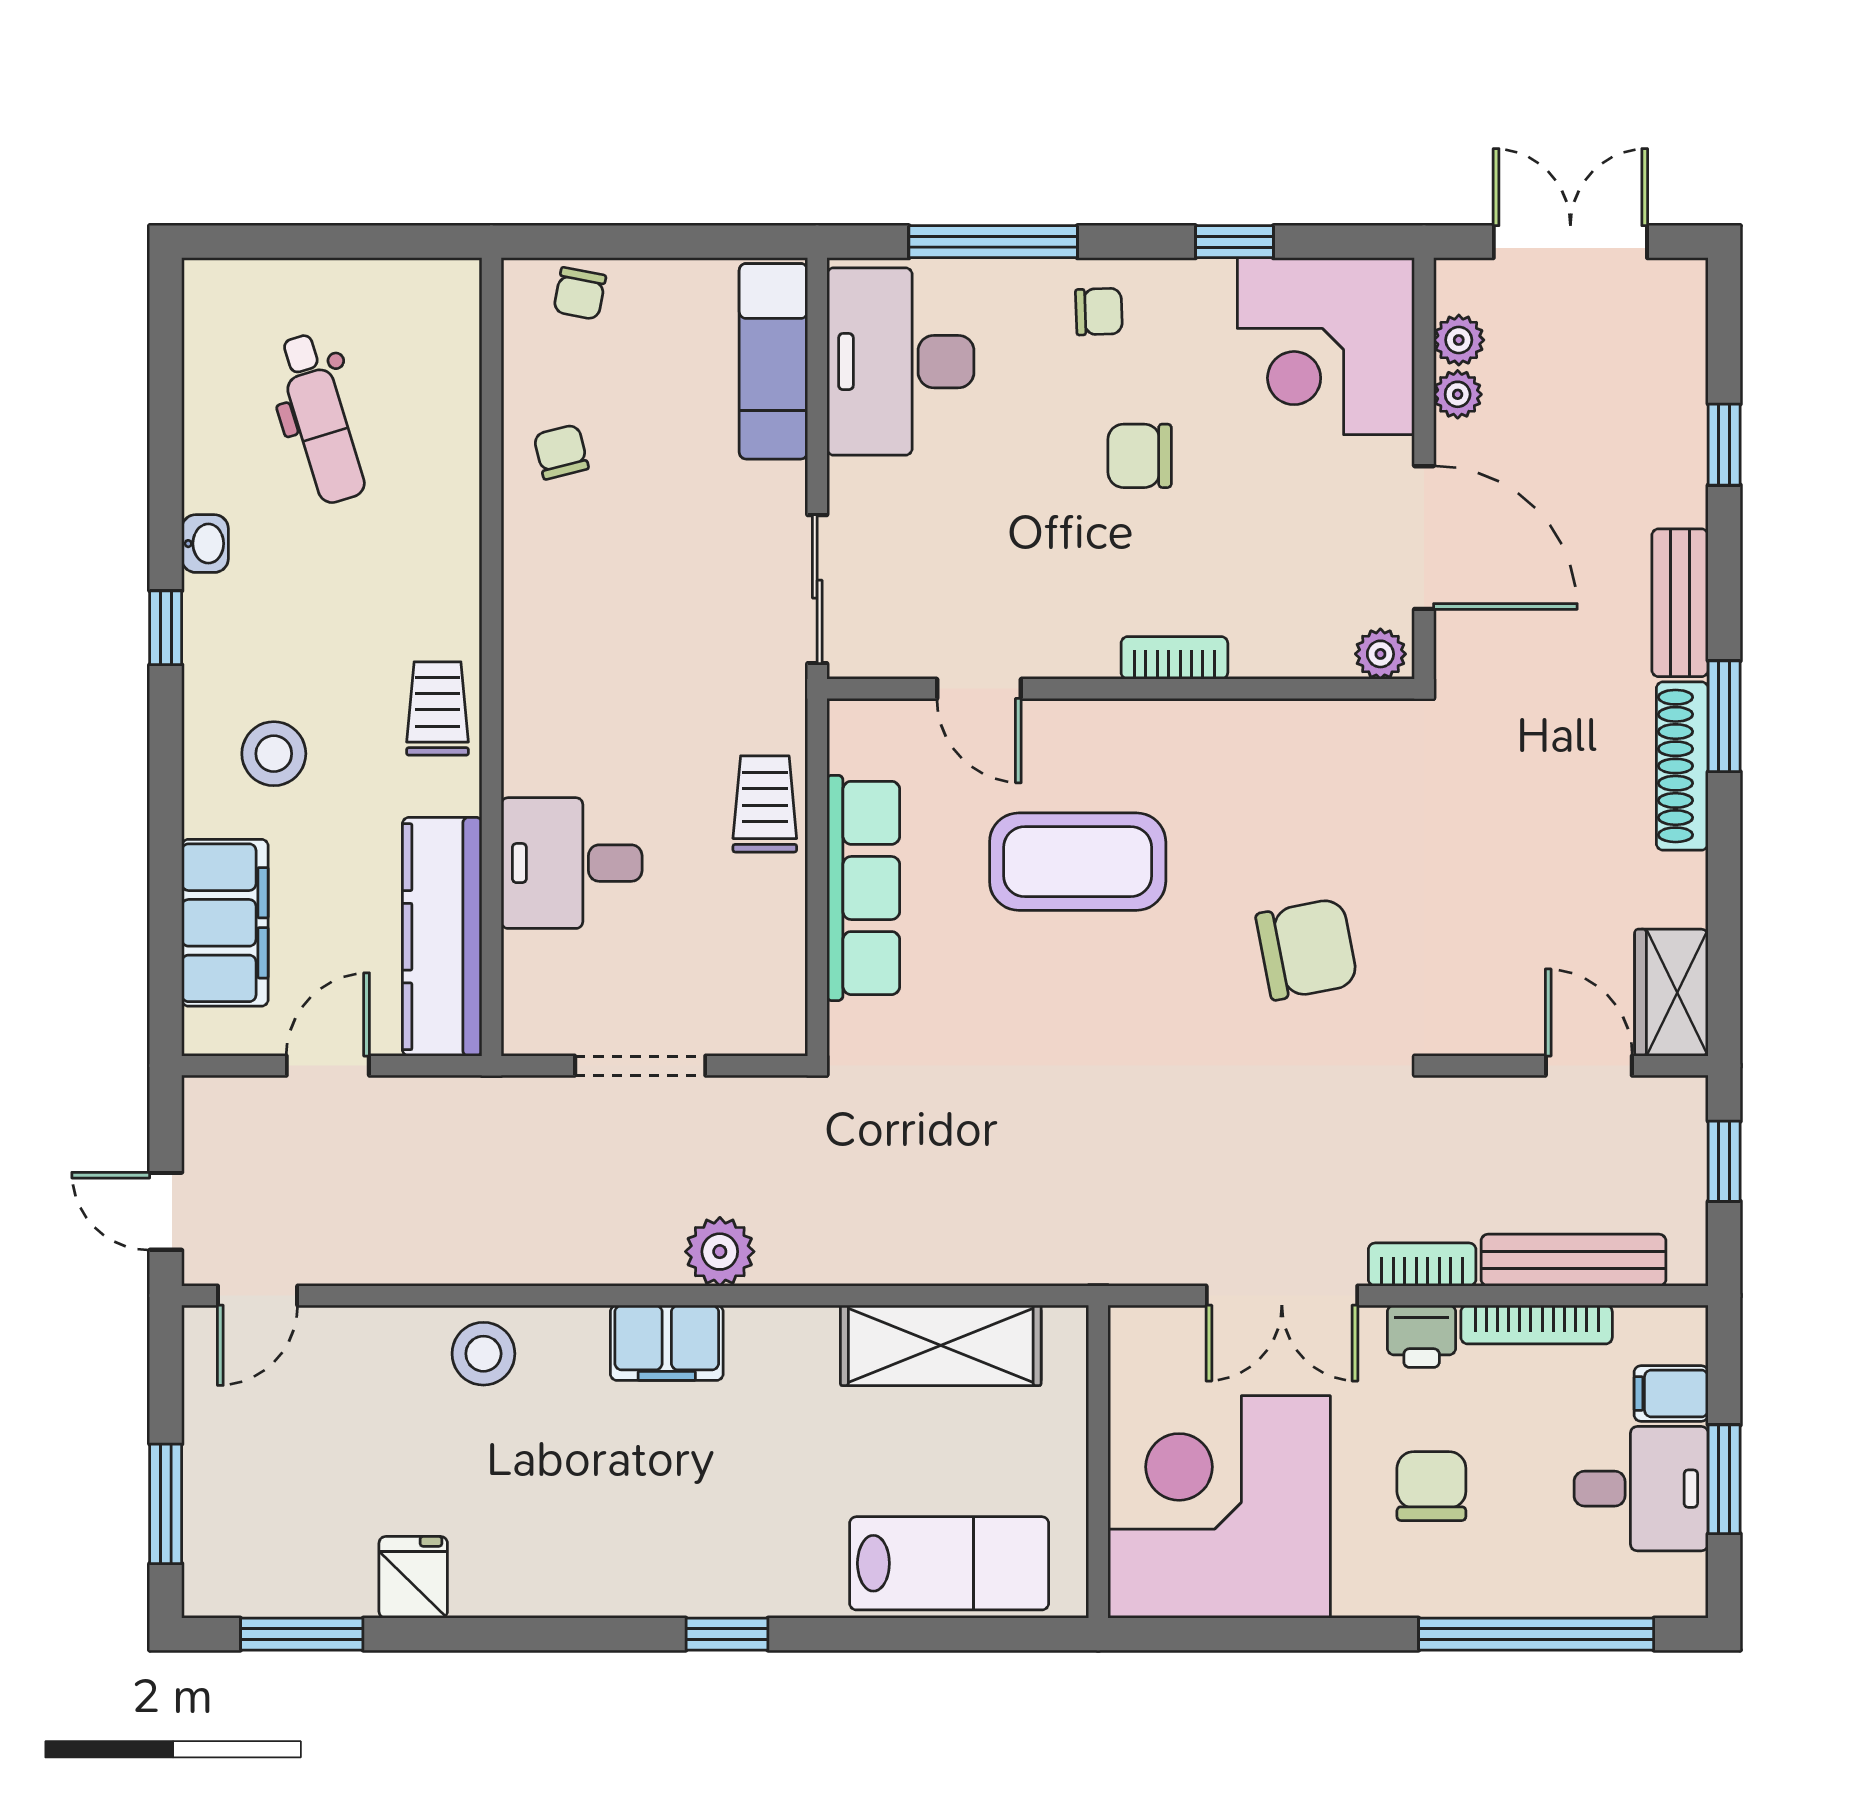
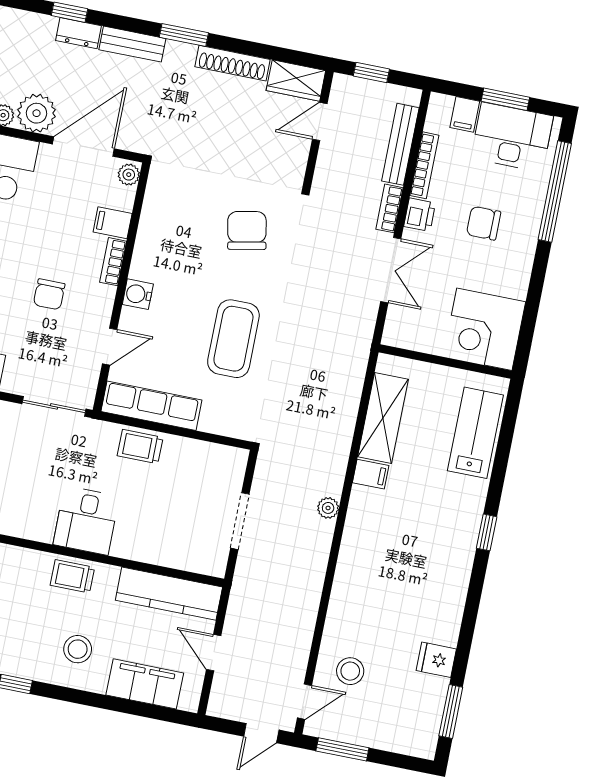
plant: (1458, 394) -> (37, 113), width x1.87, depth x1.87
chair: (1140, 456) -> (49, 294), moved
dresser: (1681, 475) -> (79, 33), added
filing cabinet: (1263, 639) -> (113, 223), added
water cooler: (1112, 729) -> (138, 294), added
shoe rack: (1682, 766) -> (232, 63), moved
coffee table: (1078, 862) -> (233, 339), moved
desk: (572, 863) -> (86, 520), moved
row of seats: (863, 888) -> (151, 406), moved
plant: (720, 1252) -> (328, 508), width x0.73, depth x0.73
door: (258, 1296) -> (305, 702), hinge flipped
filing cabinet: (667, 1343) -> (371, 474), moved, width x0.50
stool: (483, 1354) -> (350, 671), moved
desk: (1641, 1489) -> (512, 137), width x1.37
window: (166, 1504) -> (342, 749), moved
corner desk: (1219, 1507) -> (484, 329), width x0.74, depth x0.74

